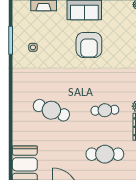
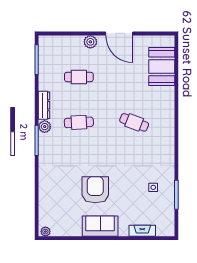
cafe table: (51, 110) -> (134, 122), width x0.73, depth x0.74
cafe table: (105, 154) -> (79, 77), width x0.73, depth x0.74

